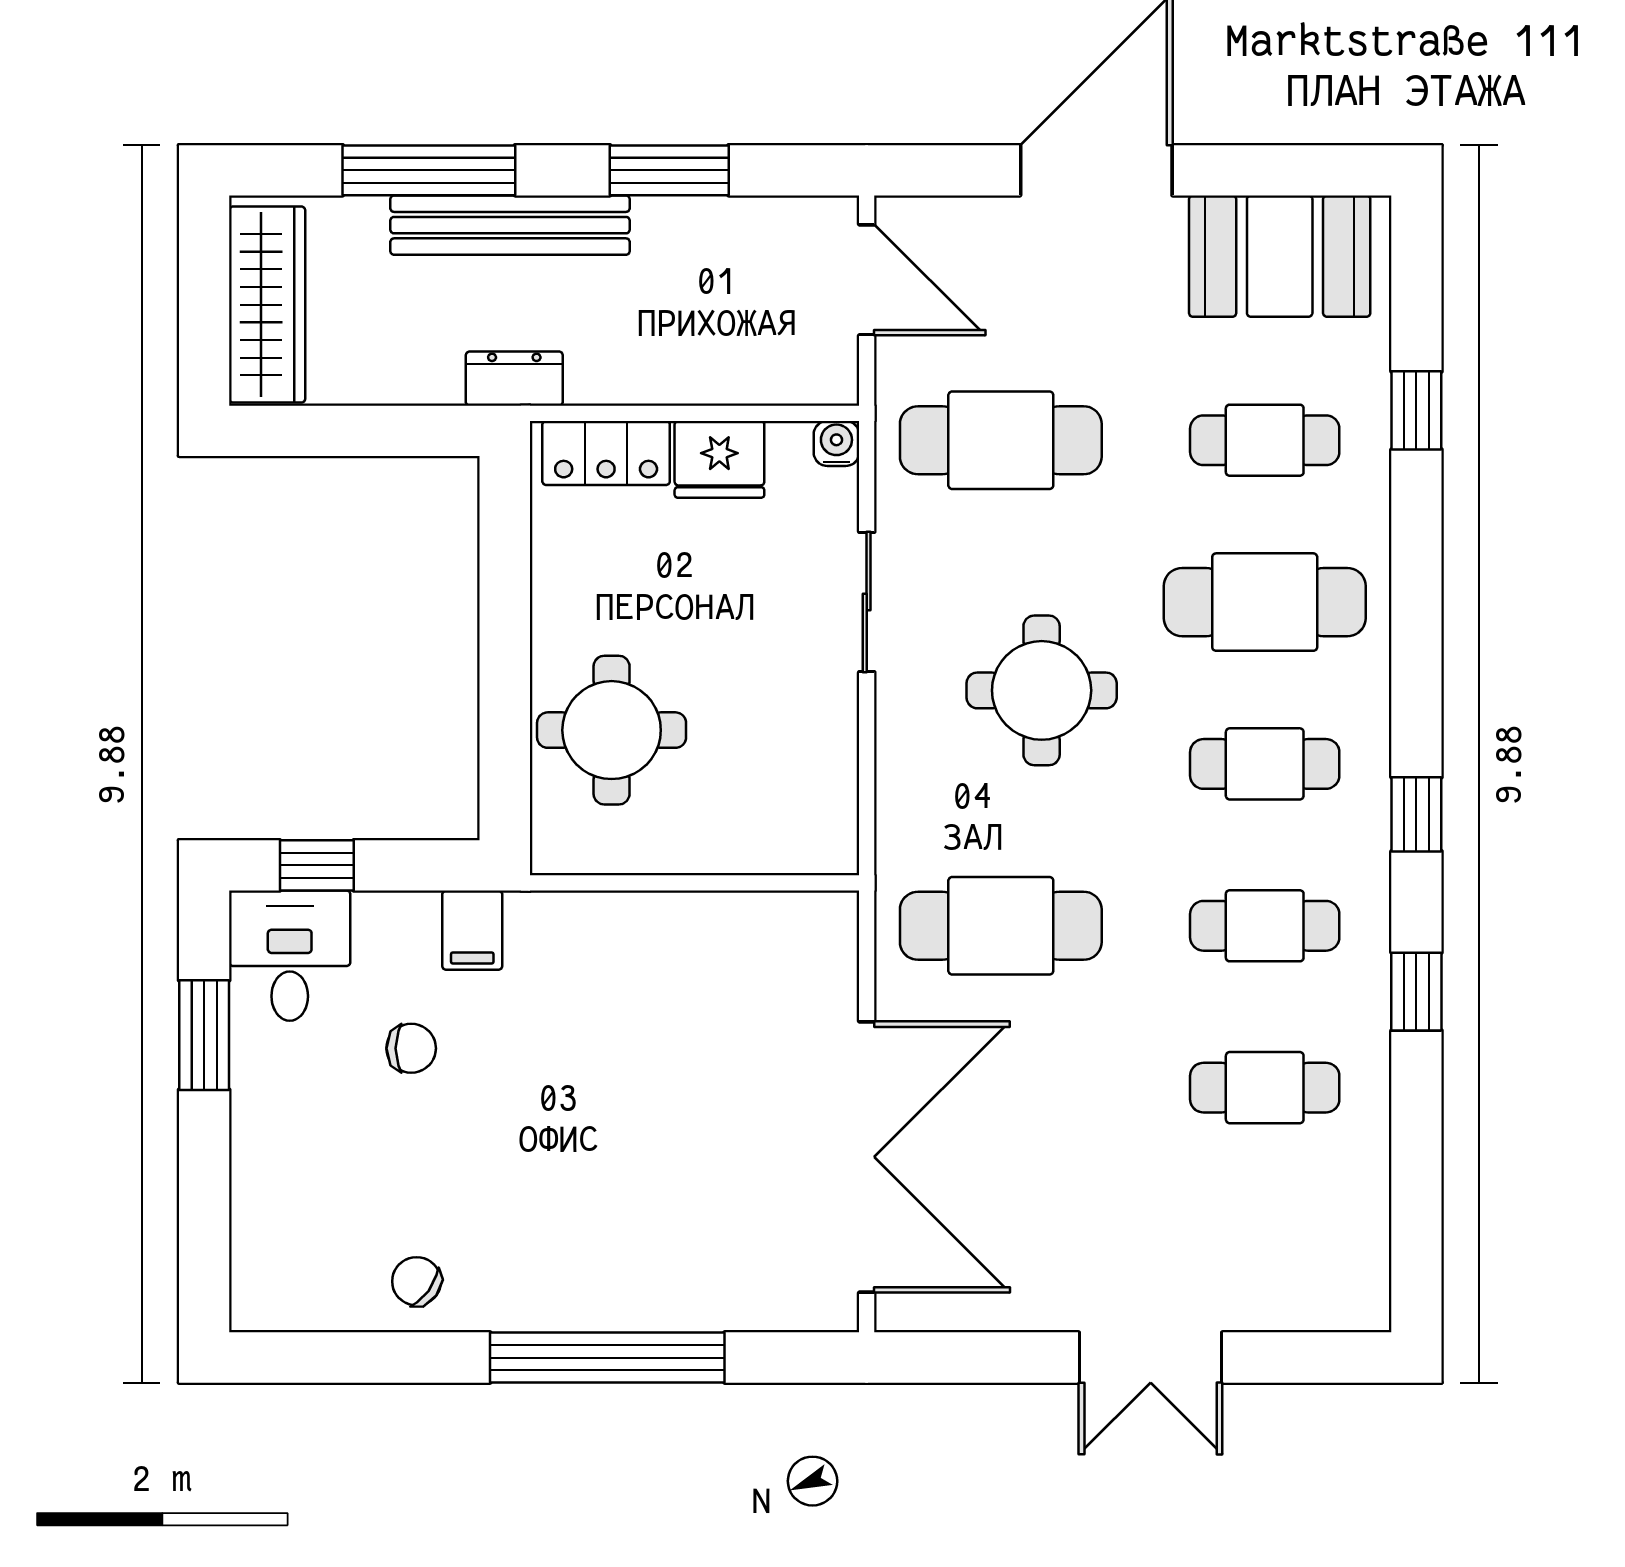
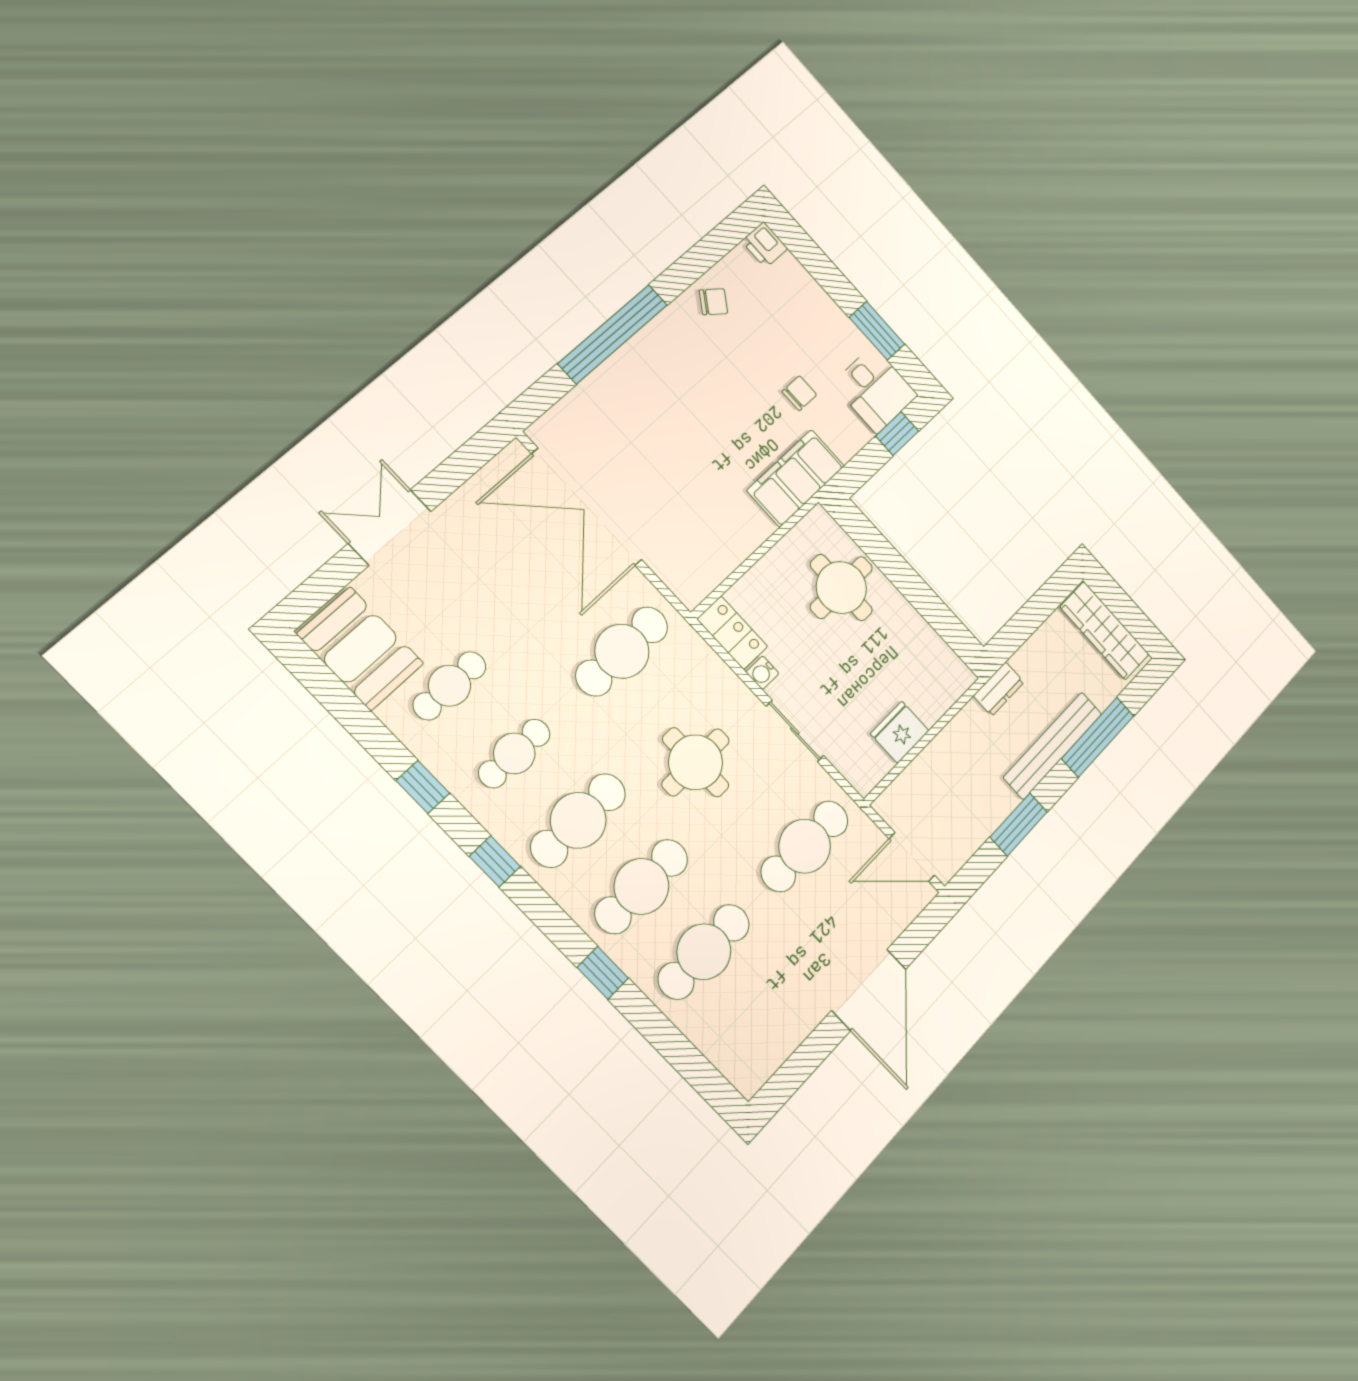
booth: (1280, 256) -> (360, 649), moved, turned 90
window: (1416, 410) -> (603, 973), moved
cafe table: (1265, 440) -> (704, 952), width x1.37, depth x1.35
water cooler: (836, 443) -> (762, 673), moved, turned 90
locker: (606, 453) -> (732, 633), moved, turned 90
cafe table: (1265, 764) -> (578, 820), width x1.37, depth x1.35
filing cabinet: (472, 930) -> (796, 478), width x3.00, depth x1.17
chair: (411, 1048) -> (799, 393), turned 180
printer: (261, 1298) -> (765, 245), added

